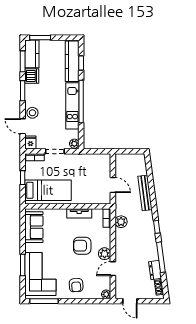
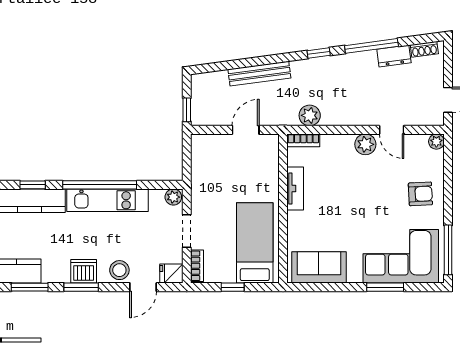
dishwasher: (32, 76) -> (84, 271), moved
window: (124, 151) -> (187, 110), added
armchair: (82, 246) -> (352, 183), removed

